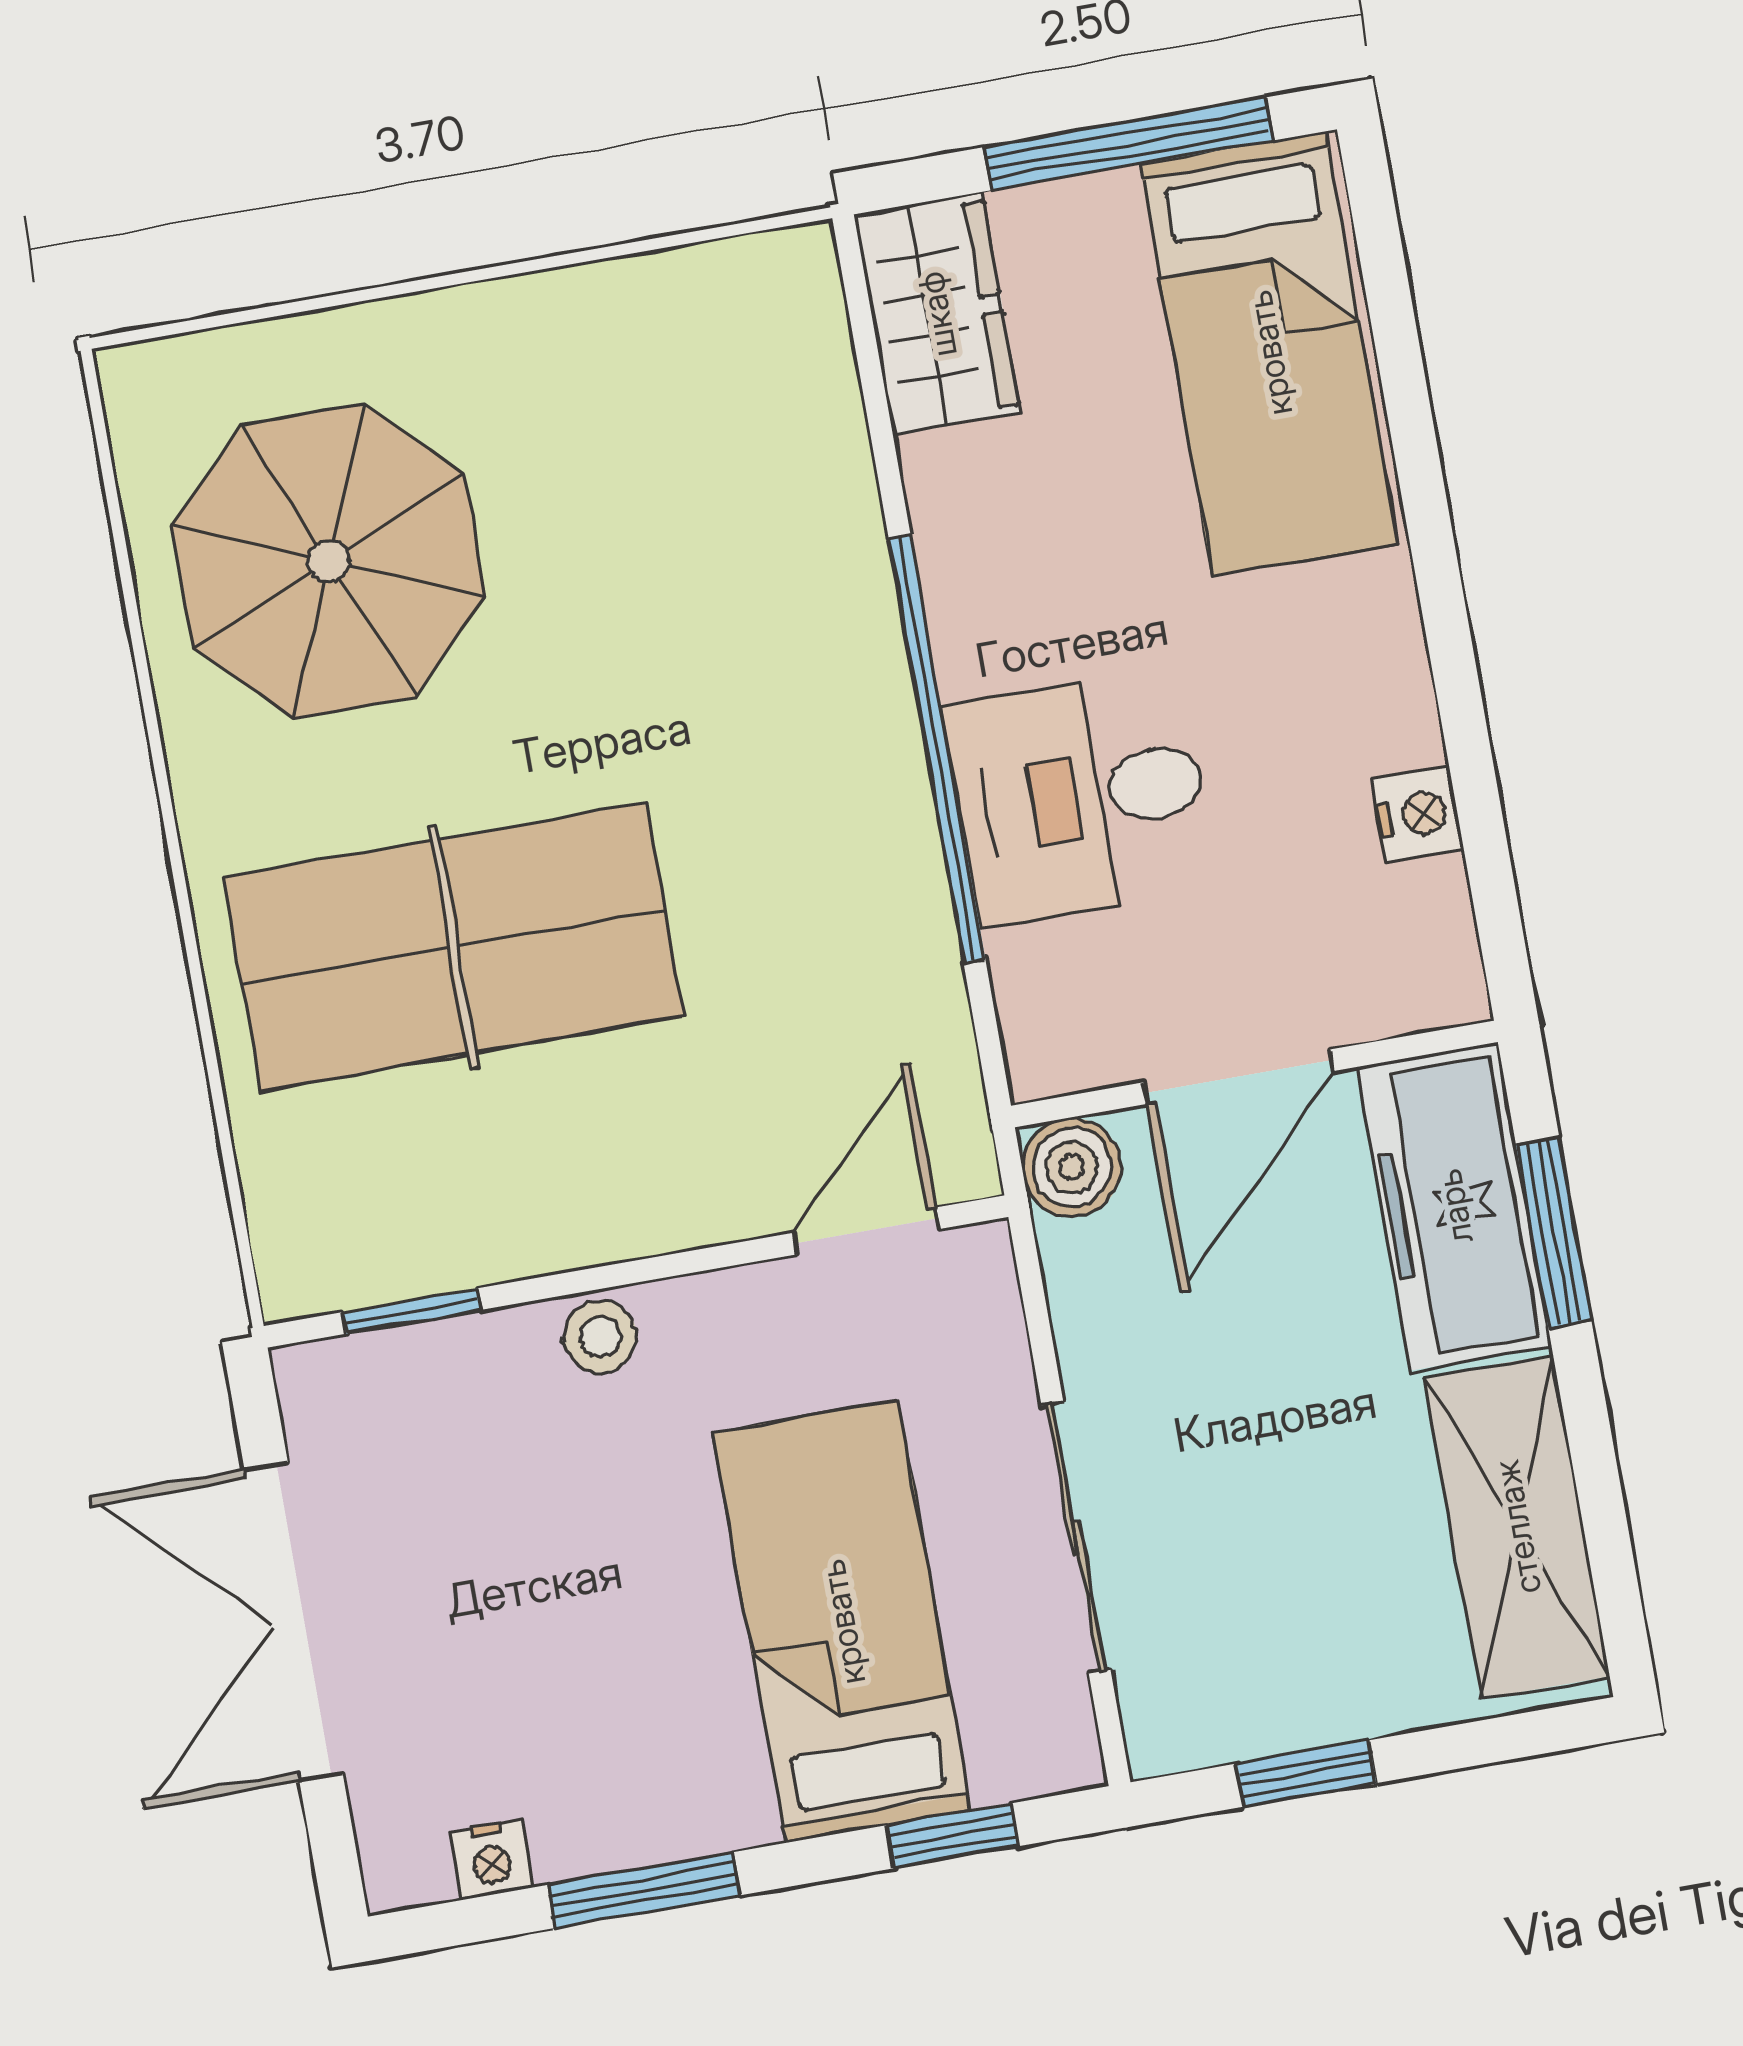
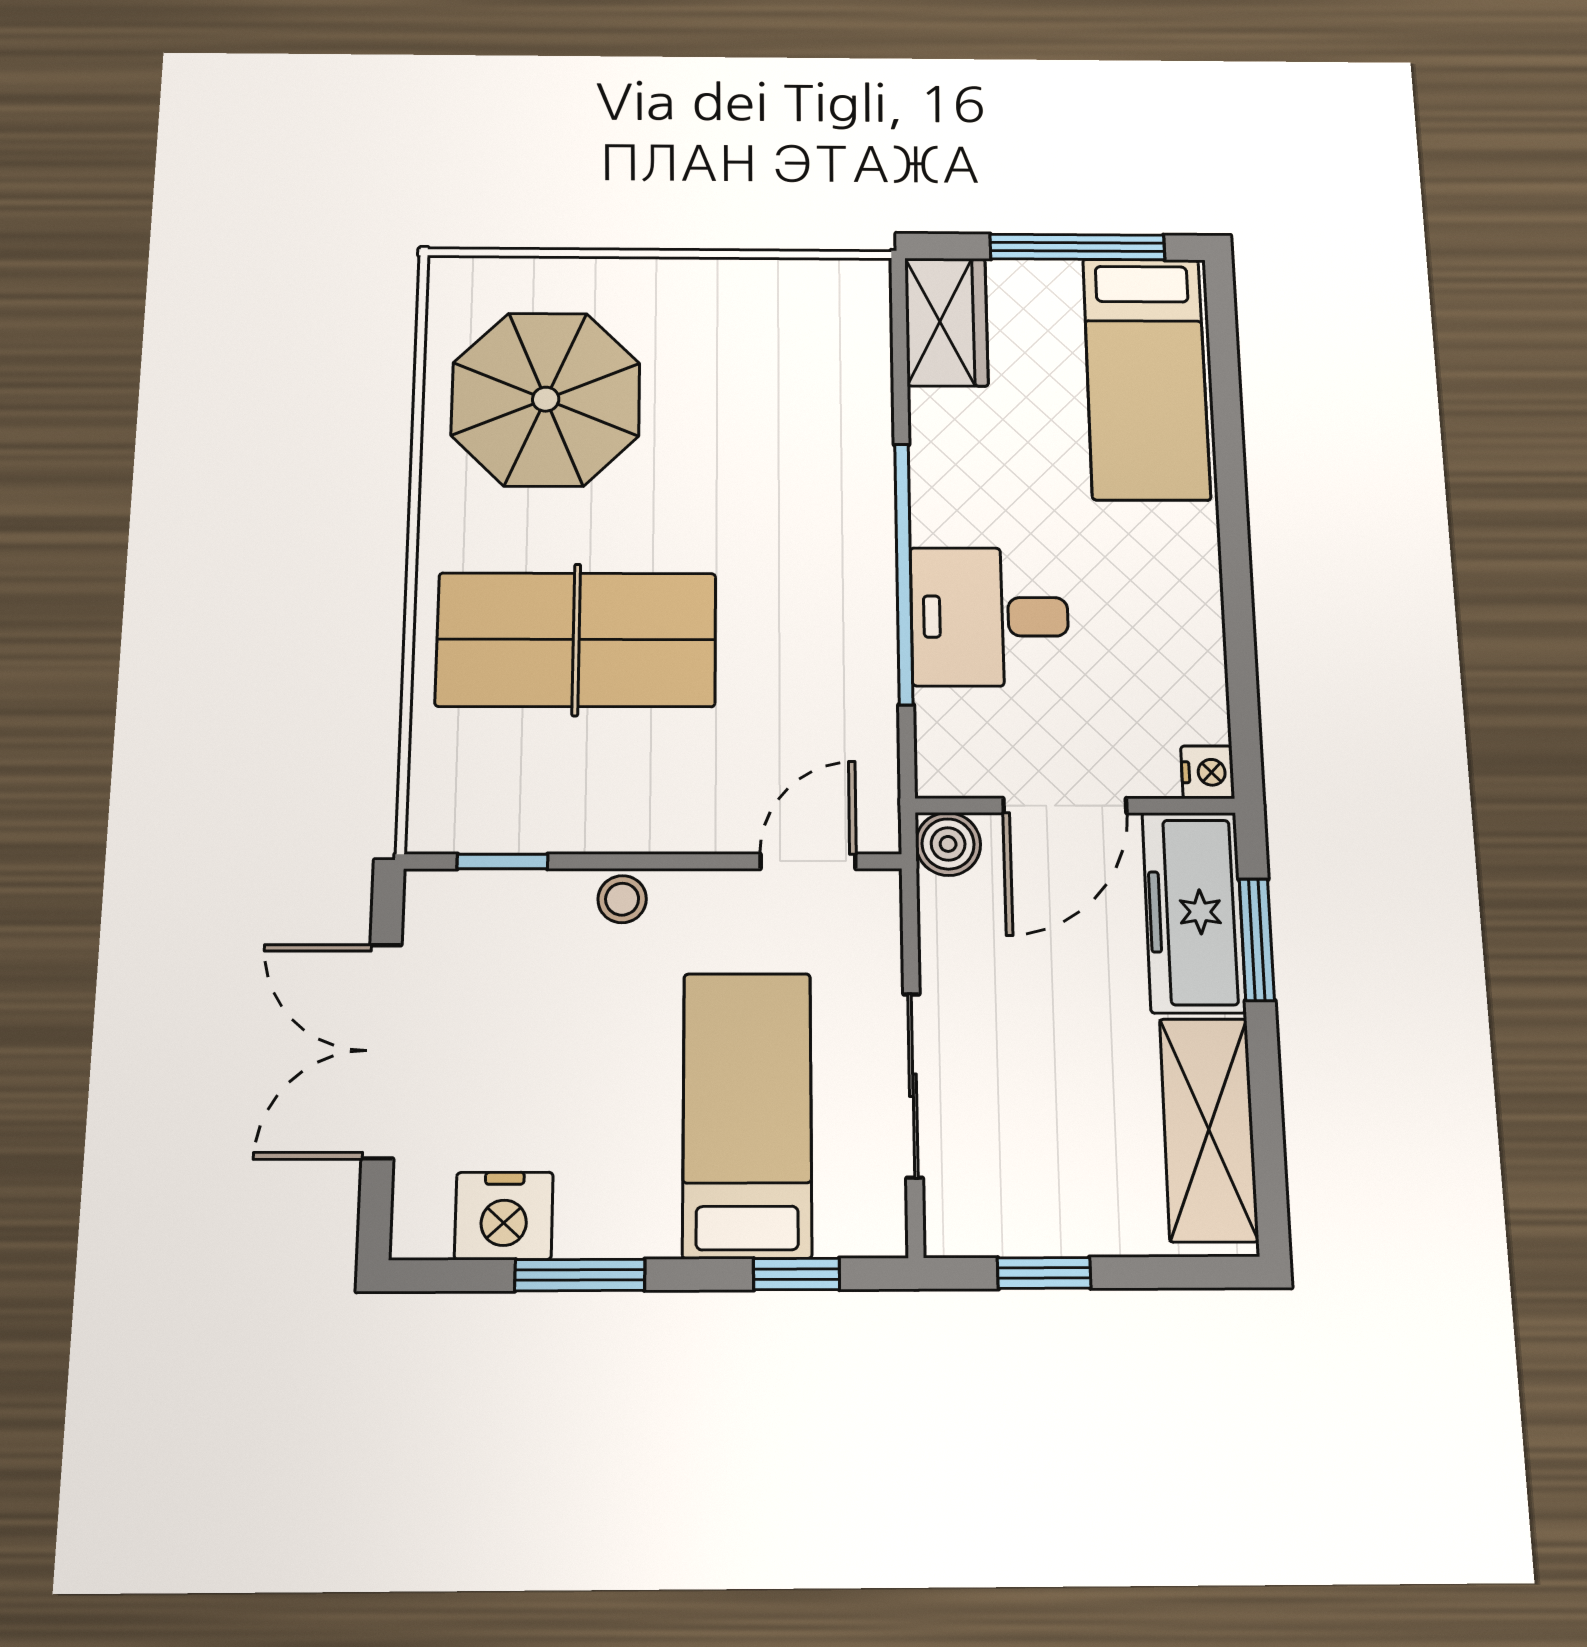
nightstand: (1418, 814) -> (1208, 772), moved
nightstand: (492, 1859) -> (504, 1216), width x1.89, depth x1.79

